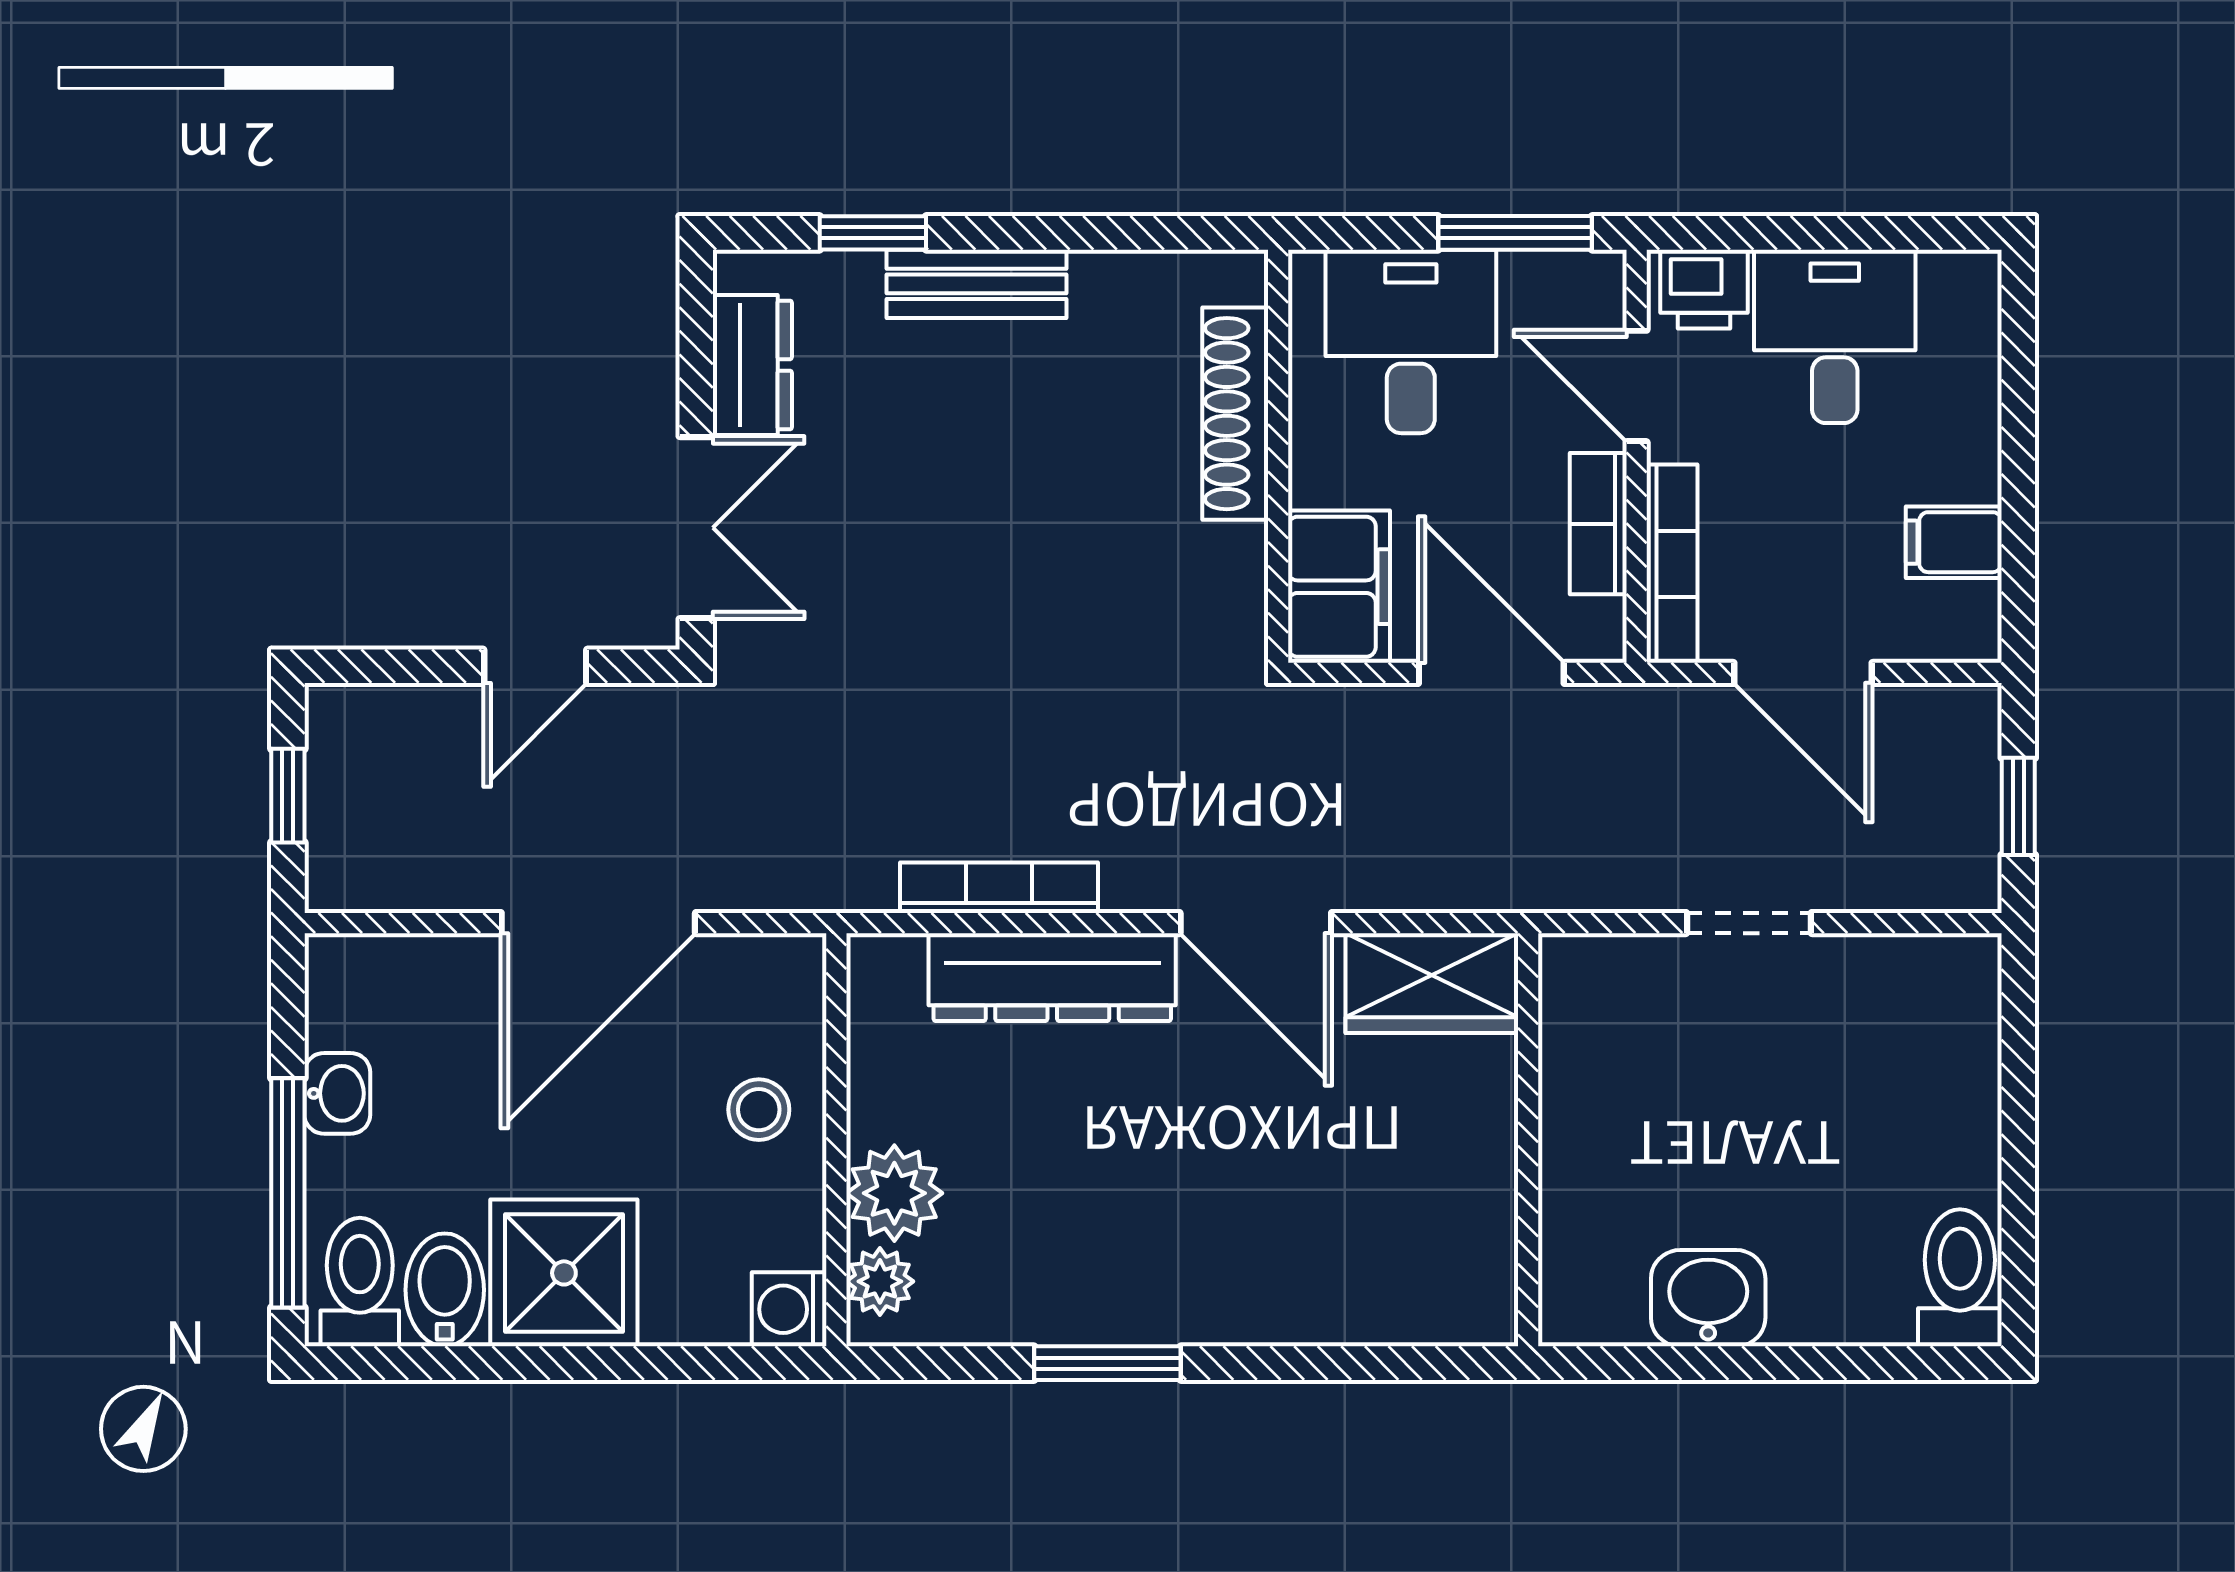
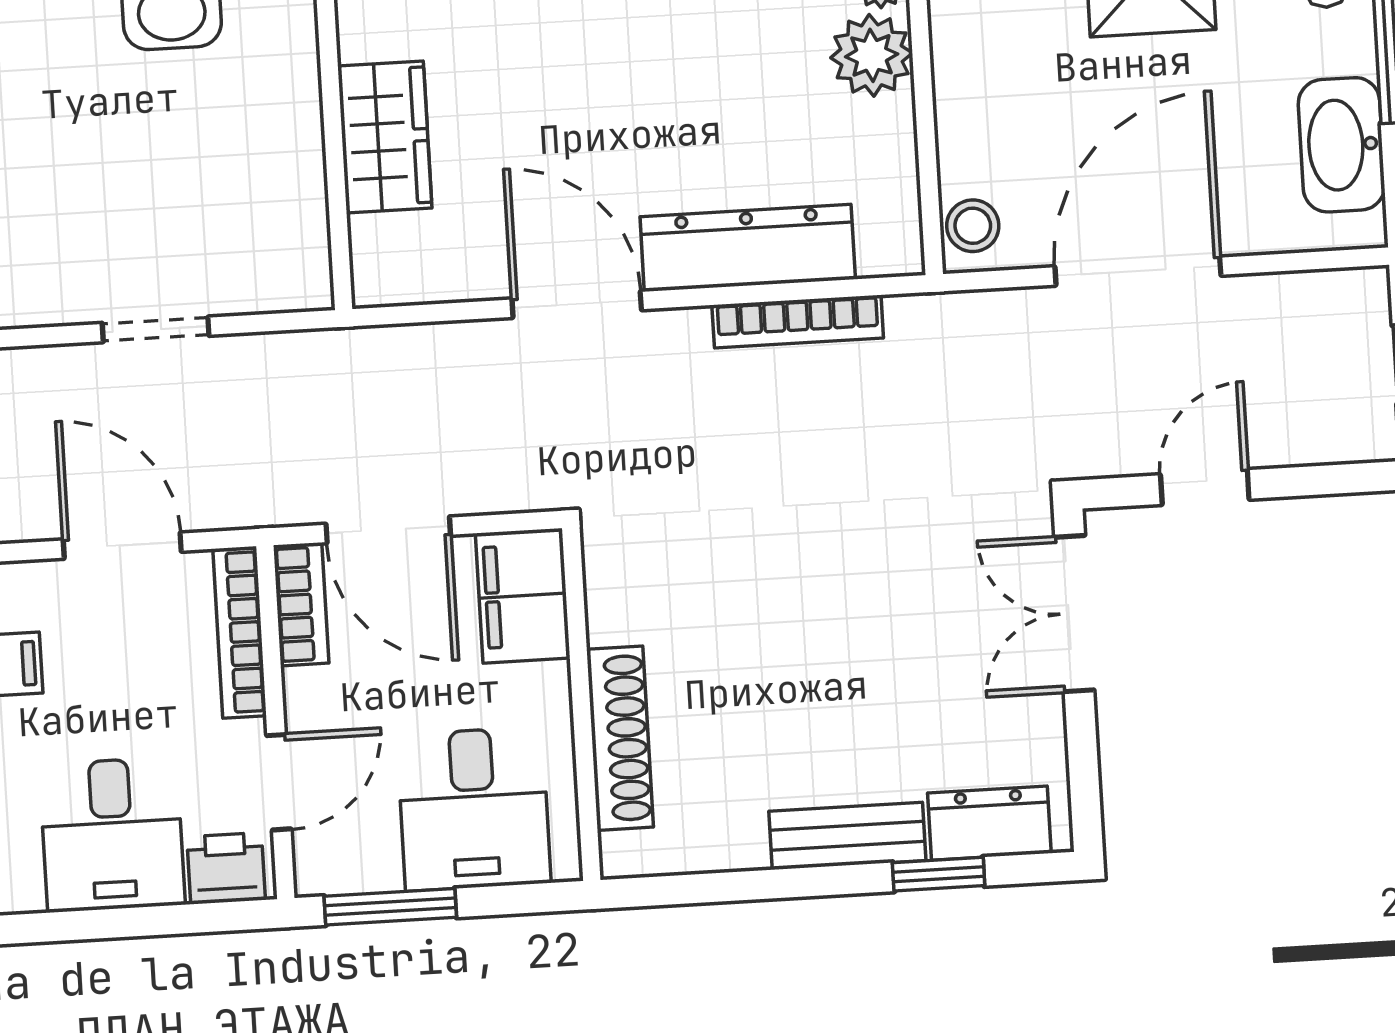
dresser: (752, 365) -> (989, 823), moved, turned 90
door: (1637, 386) -> (279, 782), hinge flipped
bookcase: (1598, 524) -> (301, 604), moved
wardrobe: (1432, 983) -> (385, 137), moved, turned 90
washbasin: (337, 1093) -> (1341, 145), width x1.91, depth x1.45
stool: (759, 1110) -> (973, 226), moved

